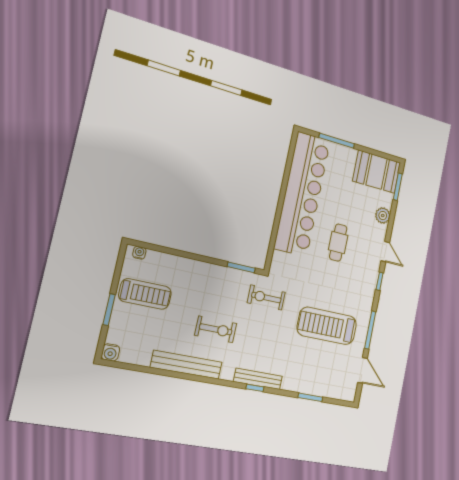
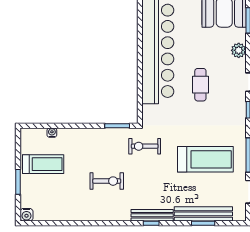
water cooler: (139, 253) -> (52, 133), moved
treadmill: (327, 326) -> (205, 159), turned 180
bench: (186, 365) -> (203, 214), moved

